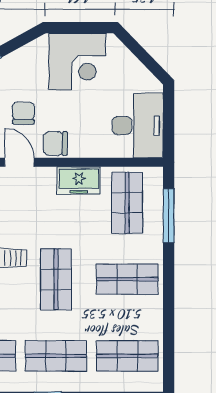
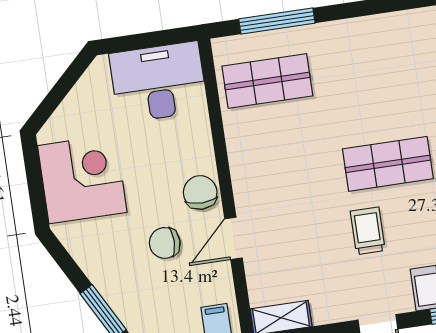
chair: (55, 144) -> (200, 192), turned 180
freezer: (79, 180) -> (247, 152), removed
shop shelf: (127, 279) -> (373, 65), removed

